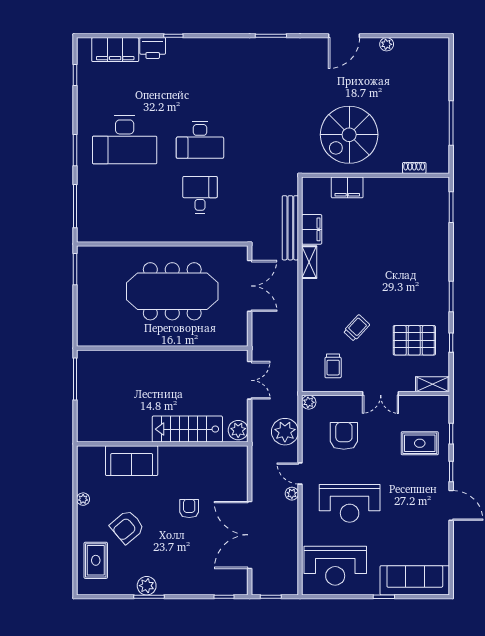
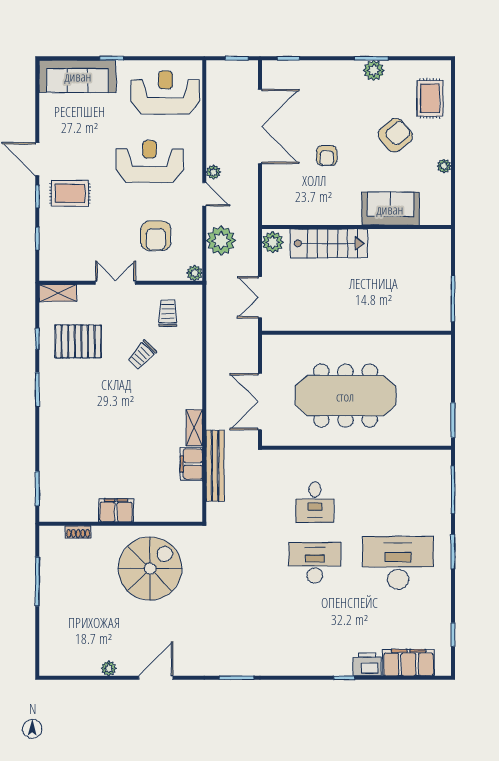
filing cabinet: (347, 187) -> (116, 510), moved
rug: (420, 443) -> (70, 193), moved

